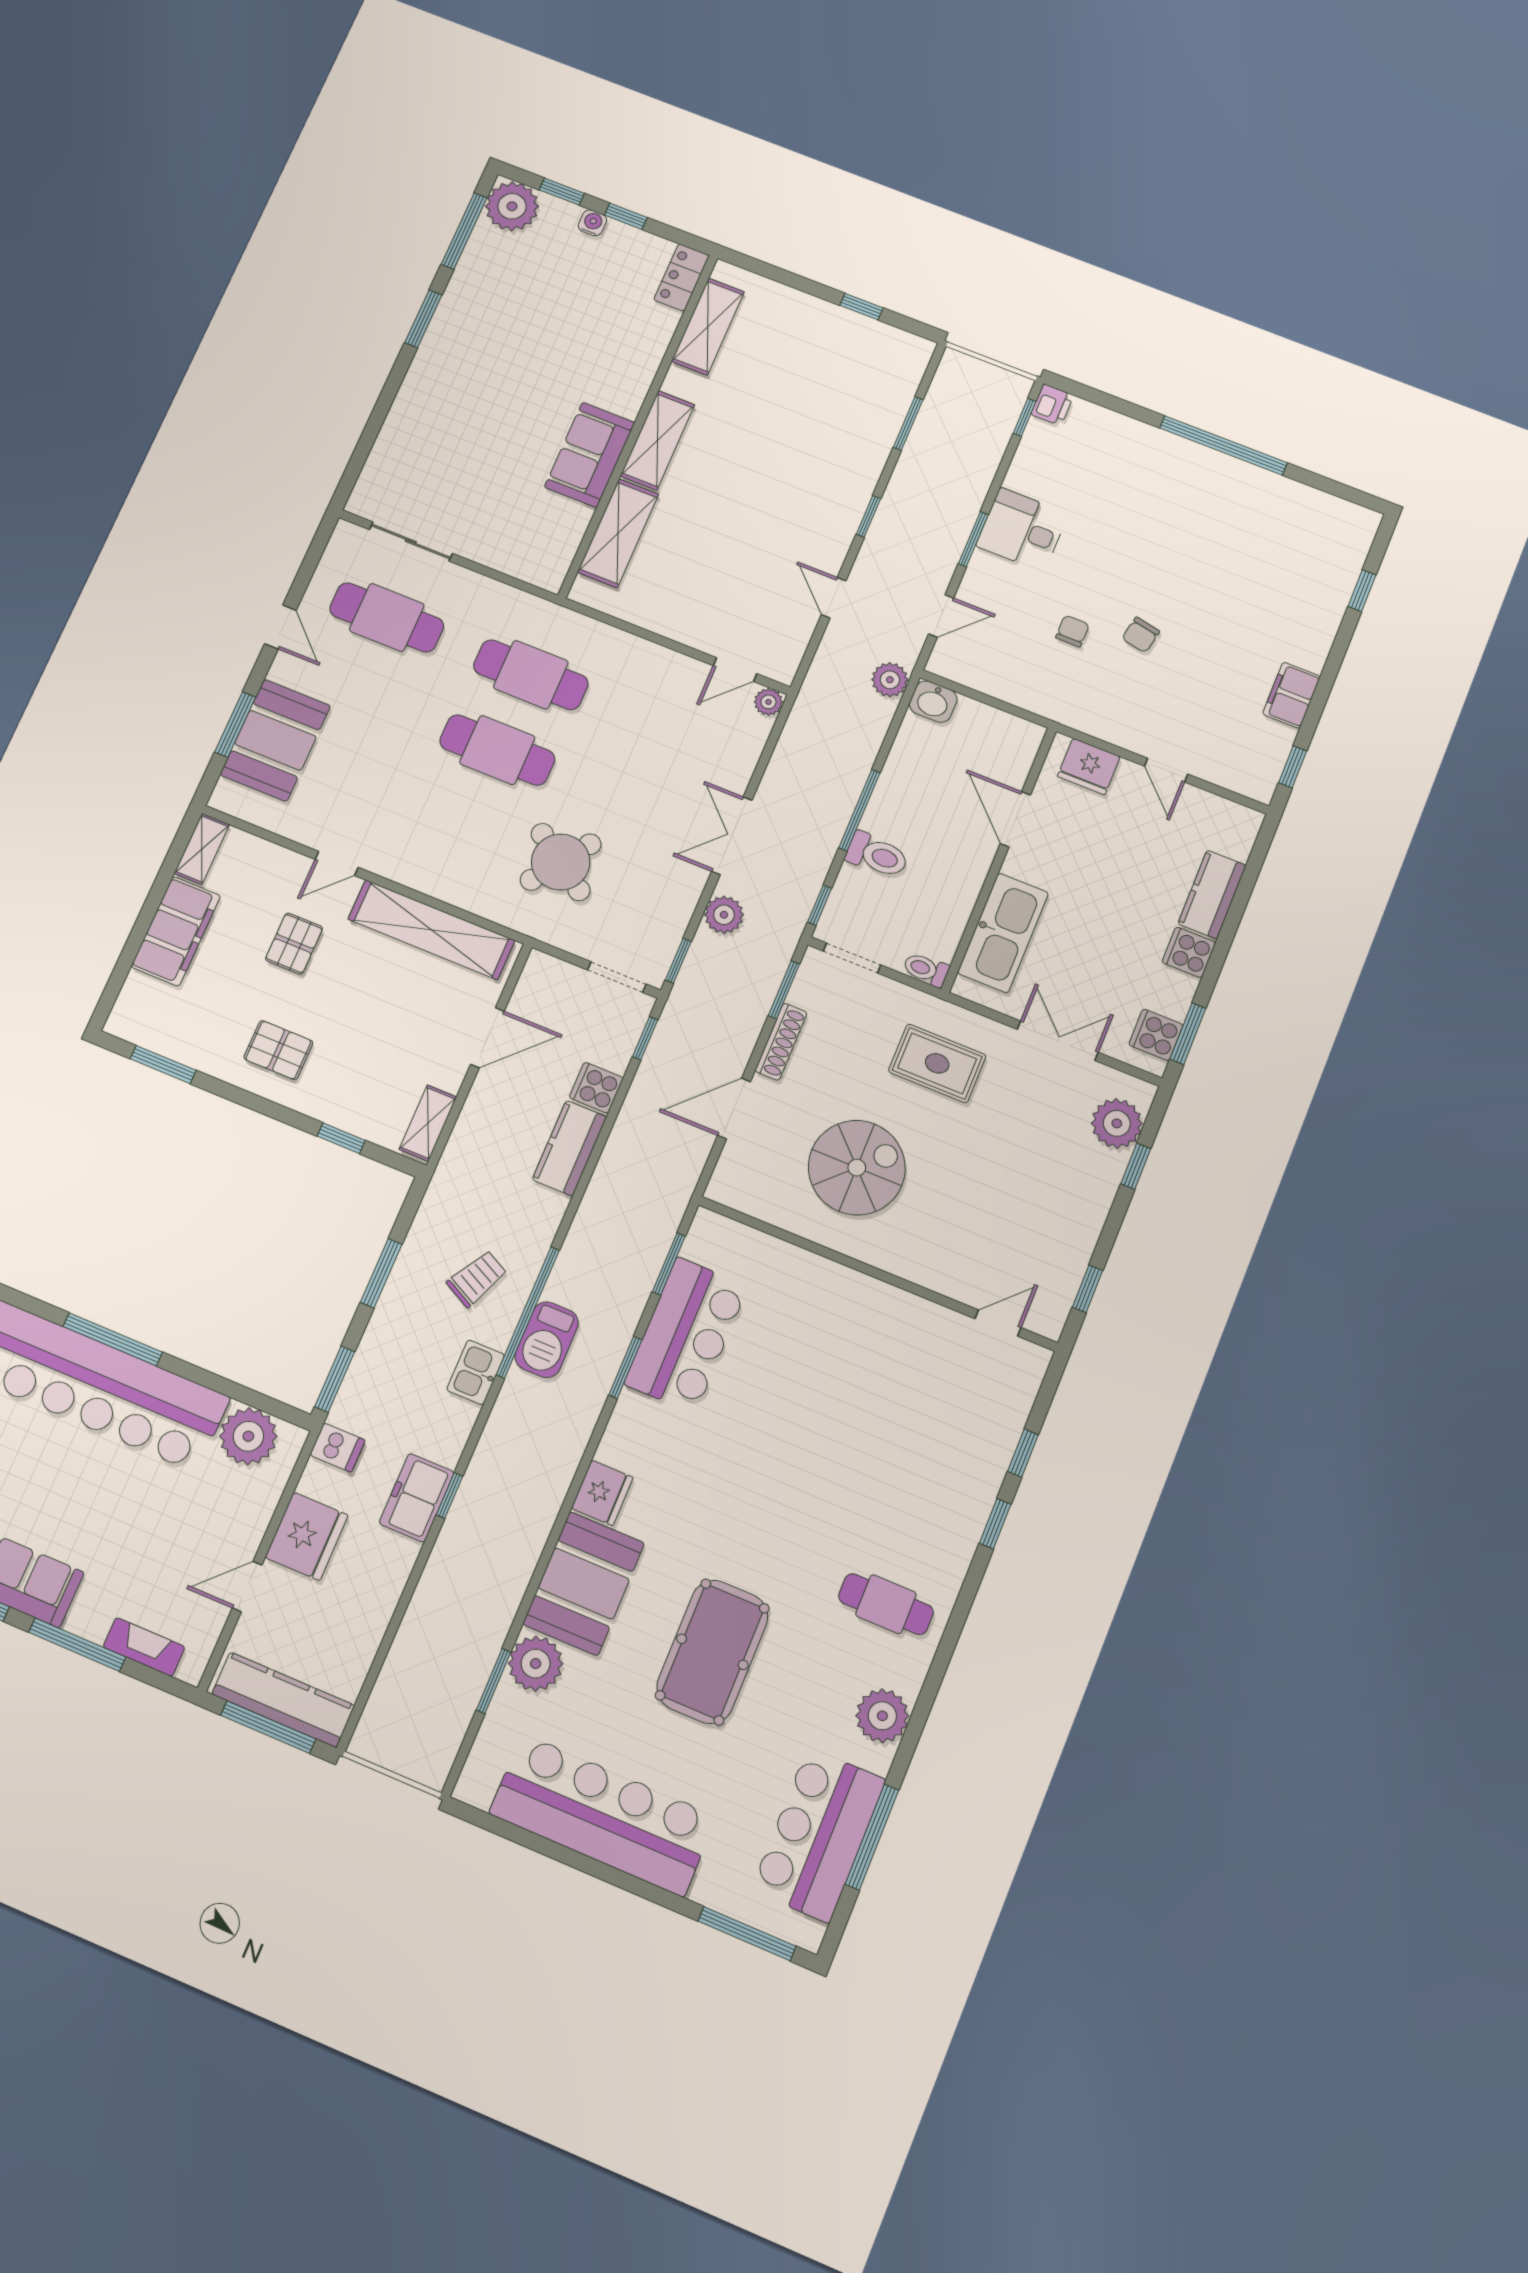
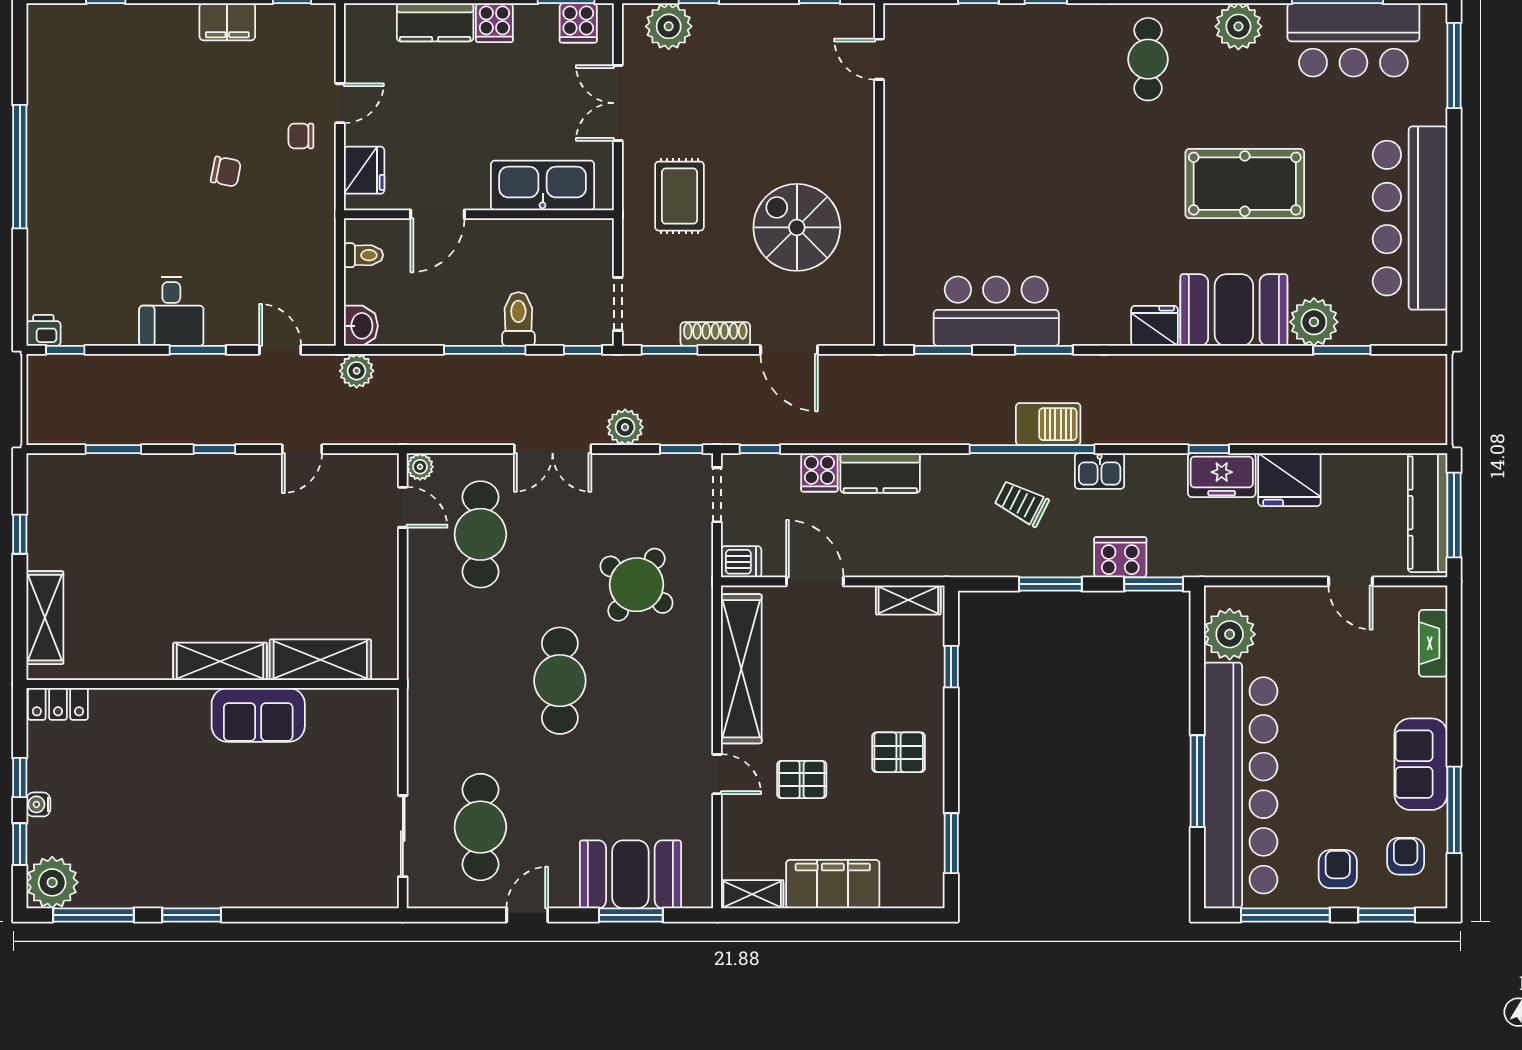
shelving: (708, 327) -> (45, 618), moved, turned 90
chair: (1072, 631) -> (301, 136), moved
cafe table: (531, 675) -> (480, 534), moved
toilet: (926, 969) -> (363, 255), moved, turned -90
pallet: (278, 1050) -> (899, 752), turned 90
cooker: (377, 1356) -> (1120, 557), added
dishwasher: (338, 1448) -> (741, 562), moved, turned 90
fridge: (307, 1536) -> (1289, 480), moved, turned 180
window: (77, 1645) -> (1454, 698), removed

